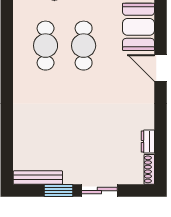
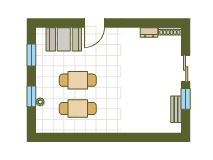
bench: (38, 178) -> (176, 109), width x0.73

